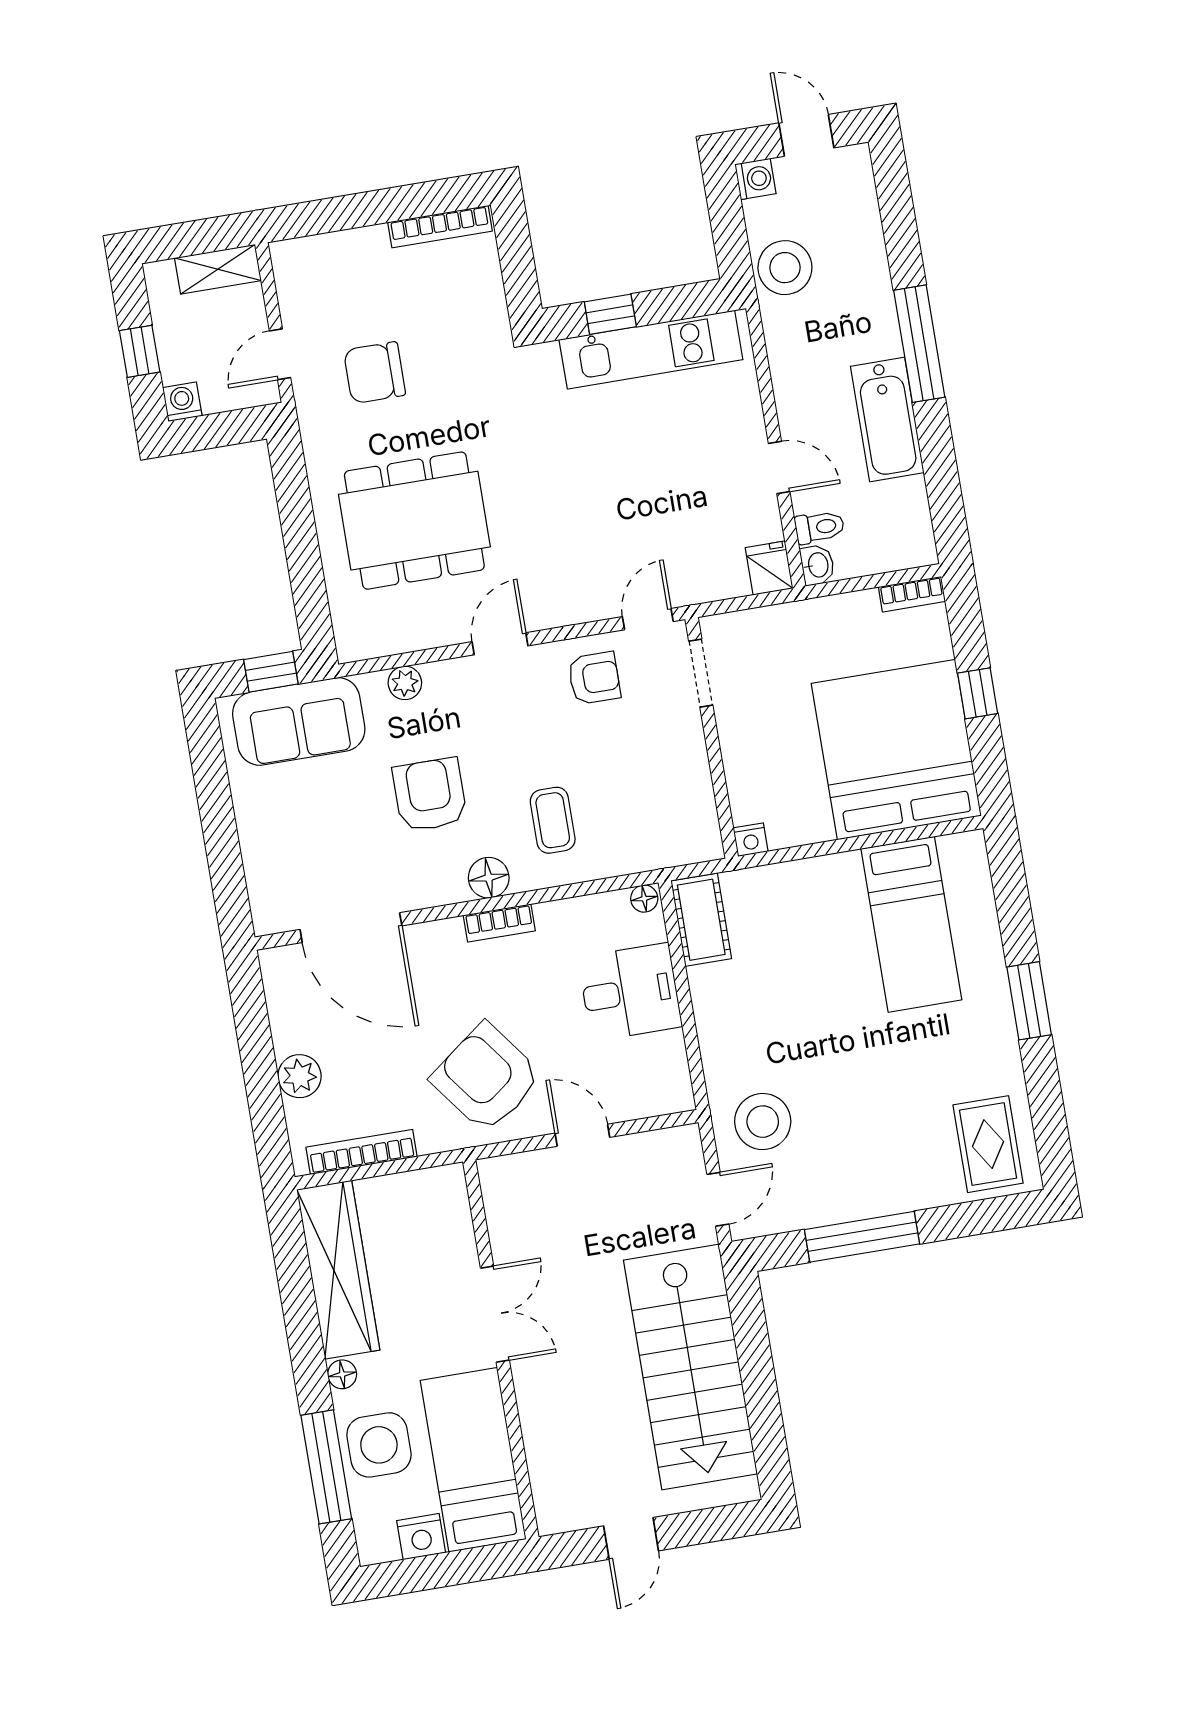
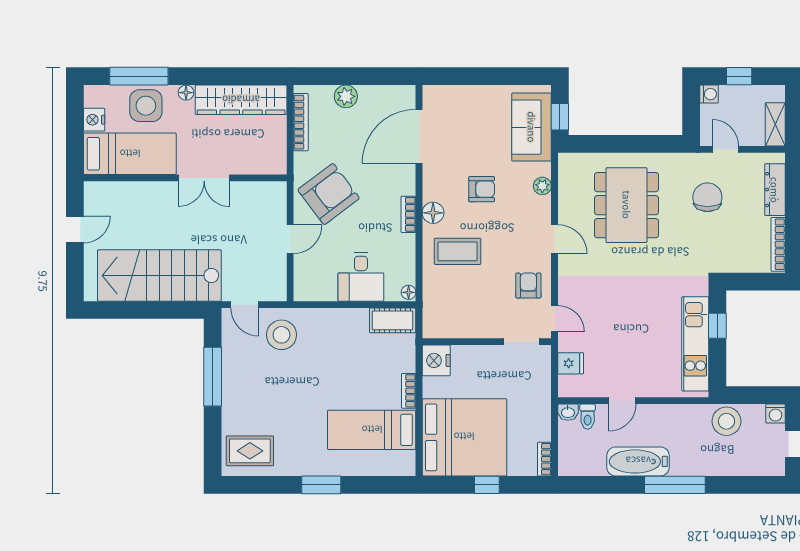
dresser: (339, 250) -> (775, 190), added
fridge: (769, 568) -> (571, 363), moved
armchair: (594, 678) -> (528, 285), turned 180
armchair: (430, 795) -> (482, 189), width x0.72, depth x0.72
coffee table: (553, 820) -> (458, 251), width x1.36, depth x1.30
nightstand: (751, 840) -> (436, 360), width x1.89, depth x1.79
bookcase: (827, 868) -> (409, 391), added
door: (631, 1538) -> (75, 229), swing flipped

